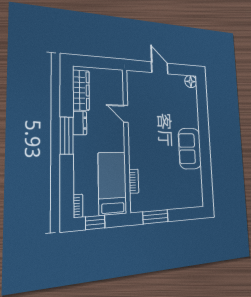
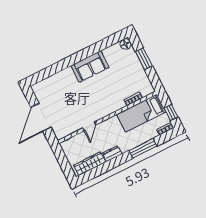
door: (160, 68) -> (41, 117), width x1.87
floor lamp: (191, 82) -> (126, 44), moved
window: (67, 136) -> (143, 148), moved
window: (155, 217) -> (144, 59), moved

